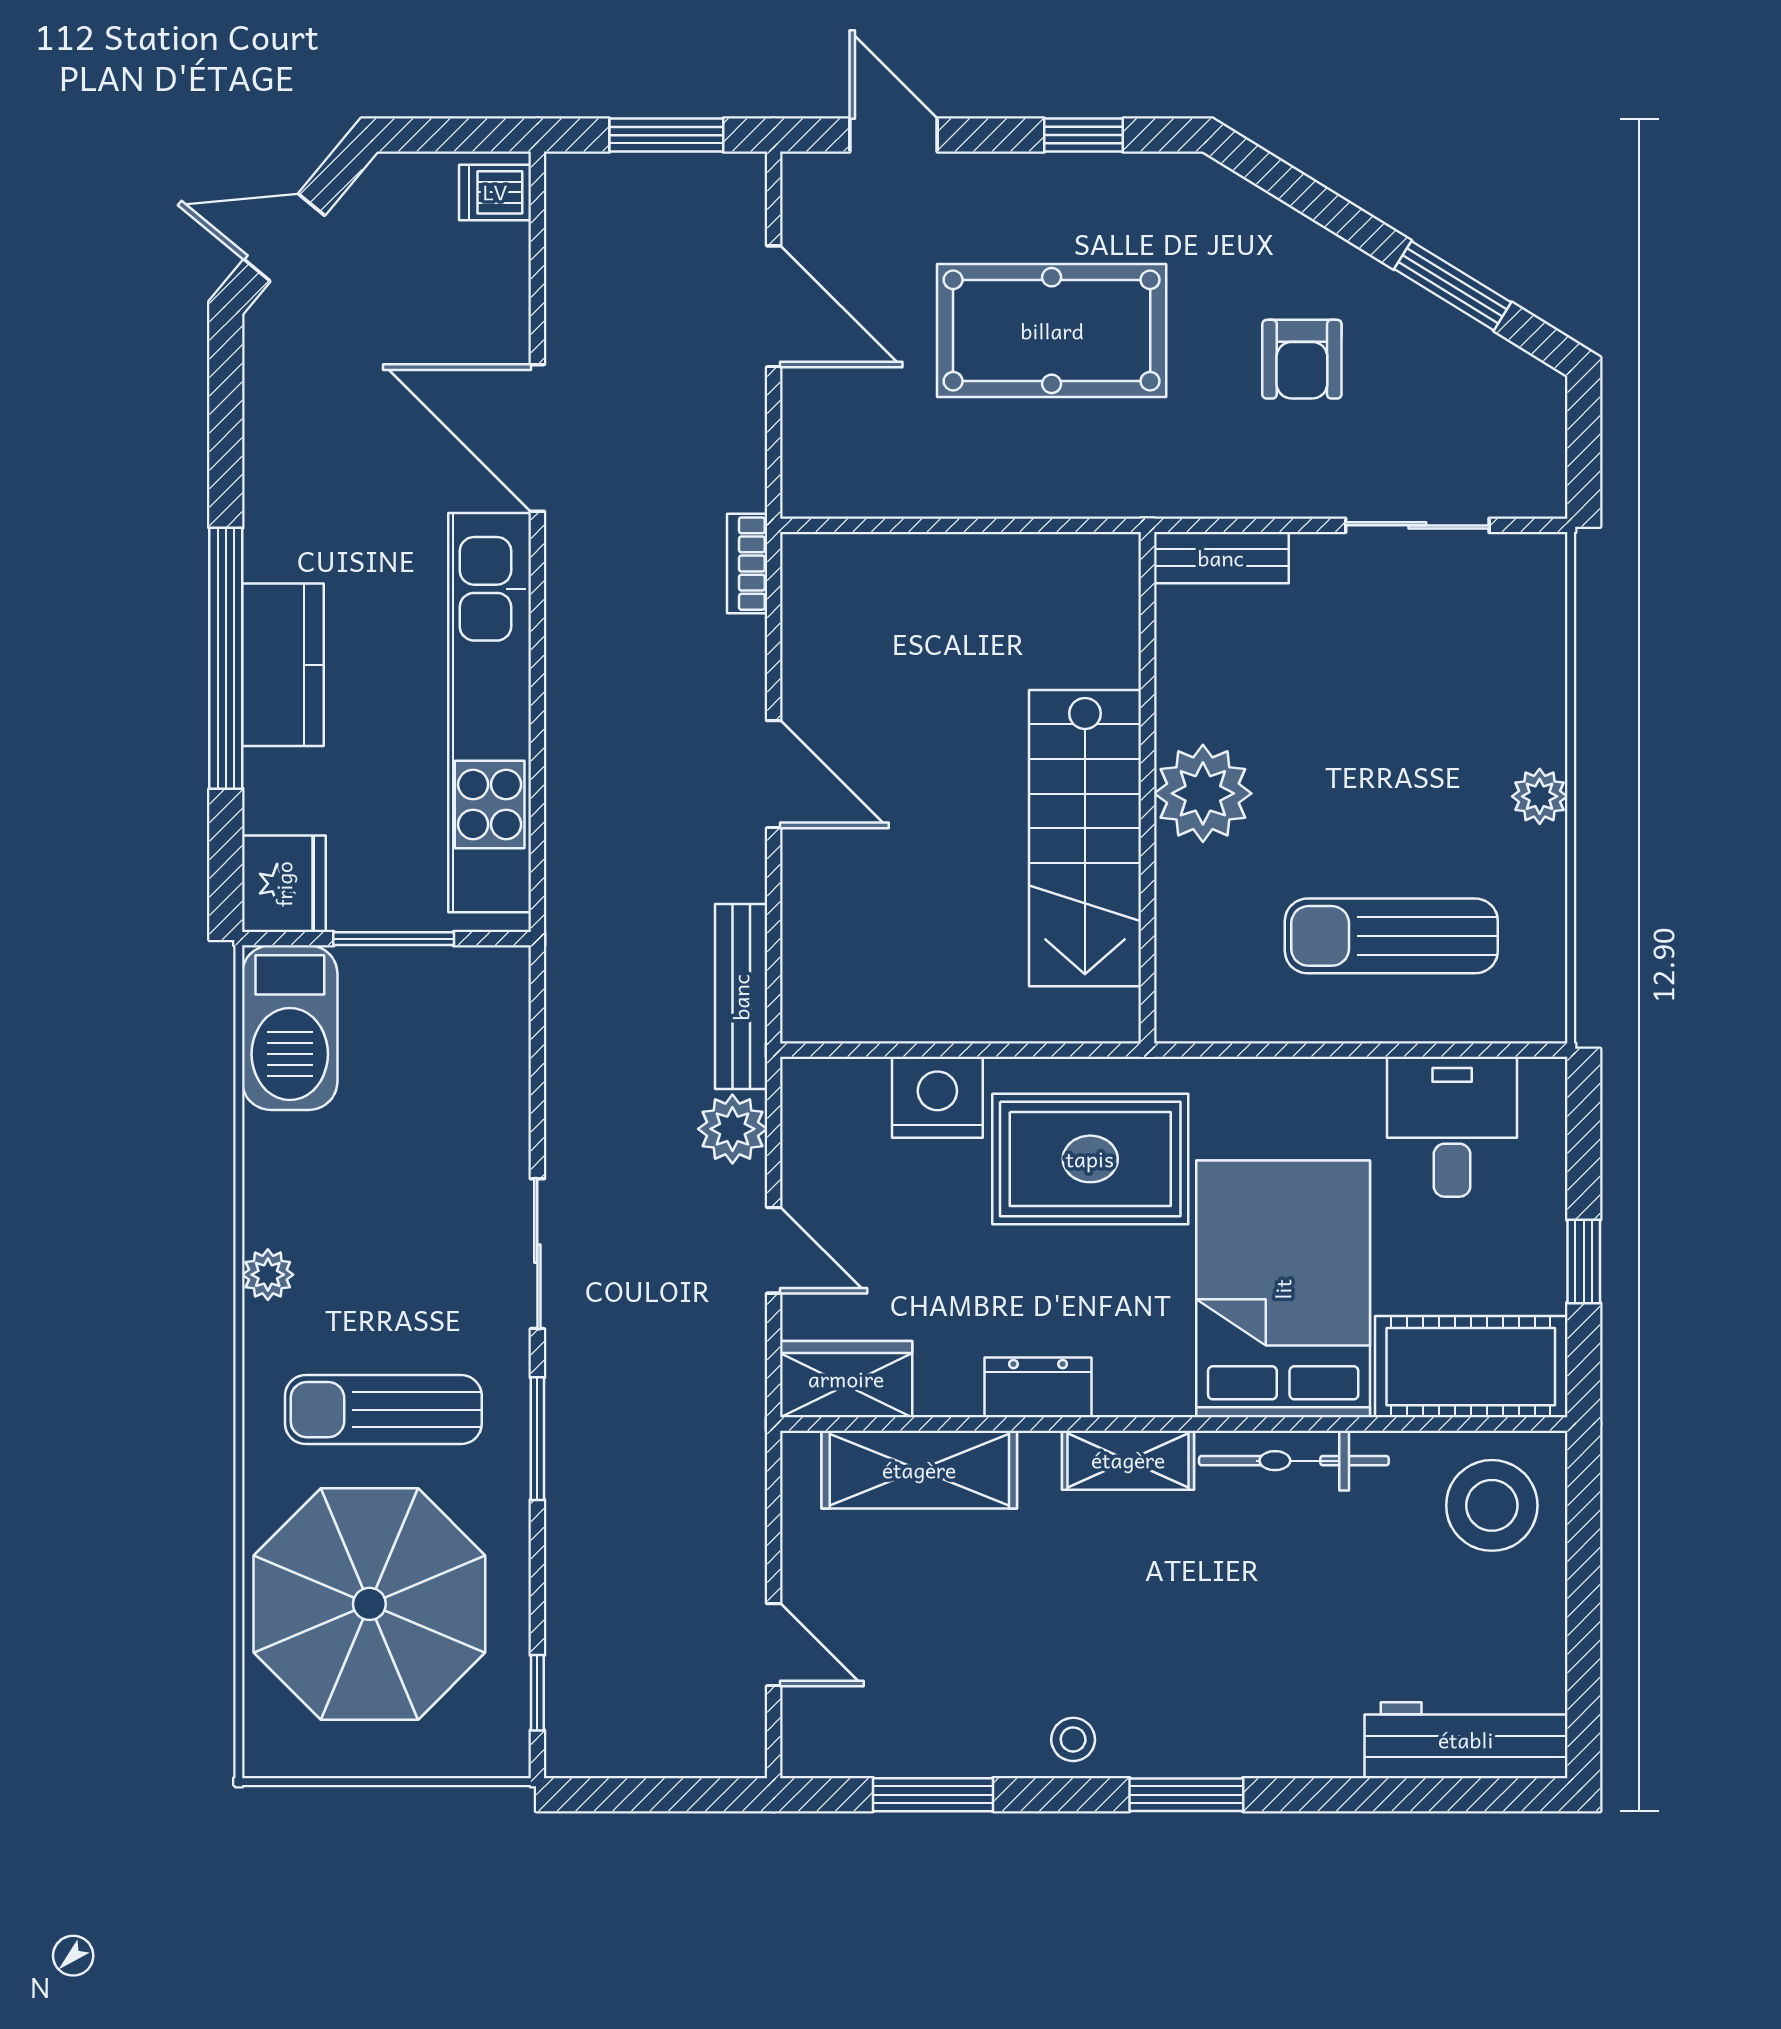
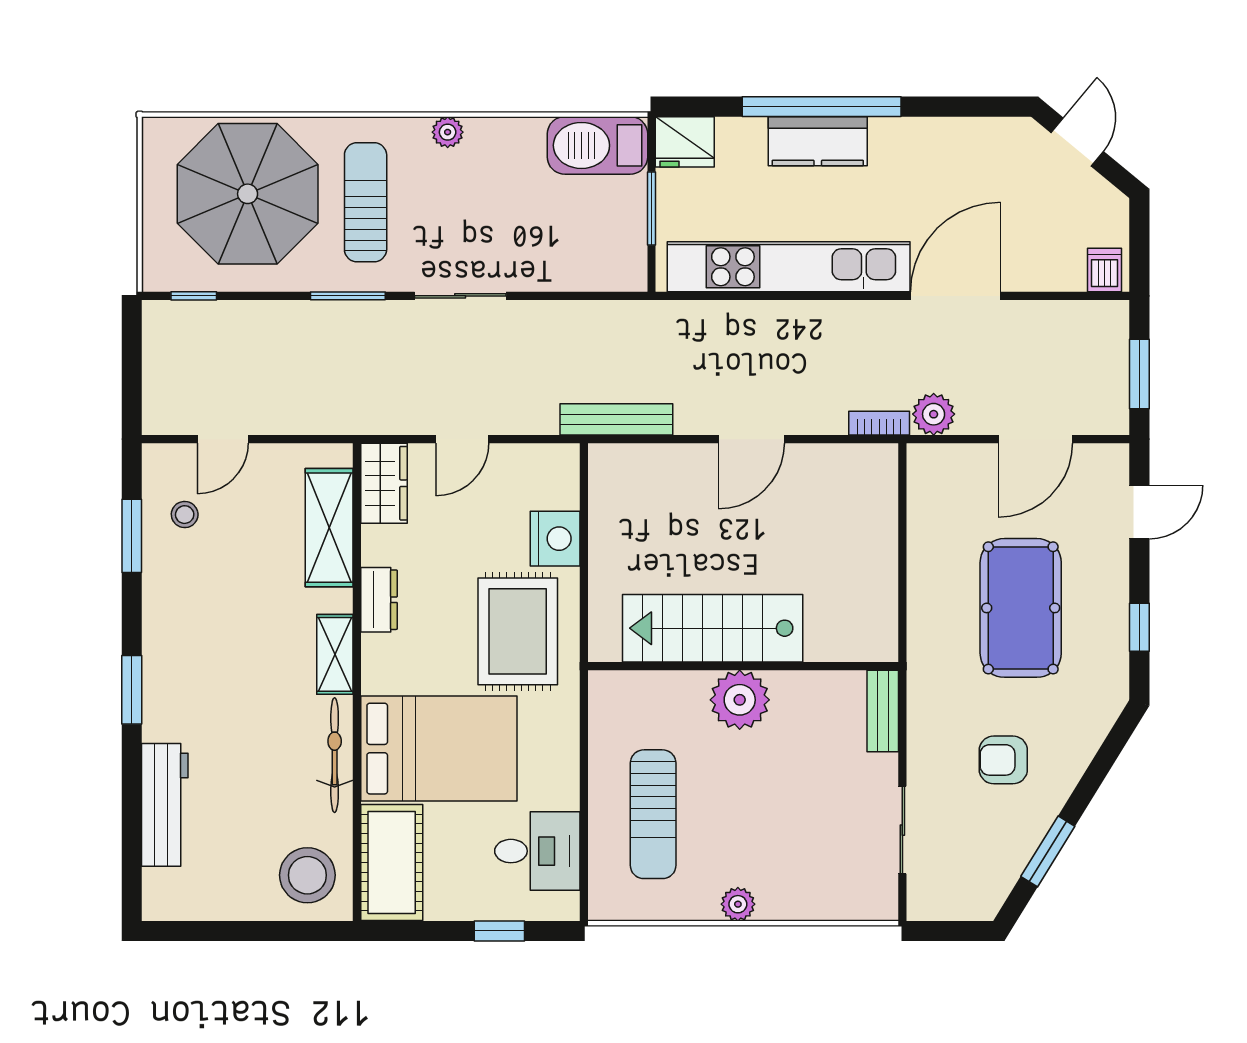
sun lounger: (1391, 936) -> (653, 814), turned 180
plant: (732, 1129) -> (934, 414), moved
window: (1584, 1261) -> (499, 931), moved
stool: (1073, 1739) -> (185, 515), moved
workbench: (1466, 1740) -> (165, 805), moved

